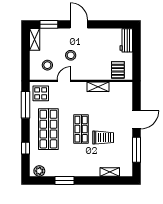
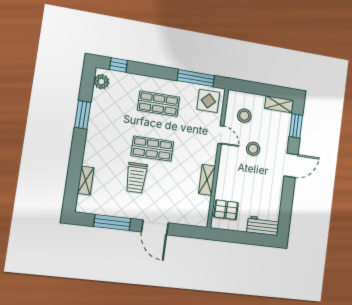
shop shelf: (48, 129) -> (159, 104), width x0.70, depth x0.74
window: (26, 148) -> (118, 65), moved

